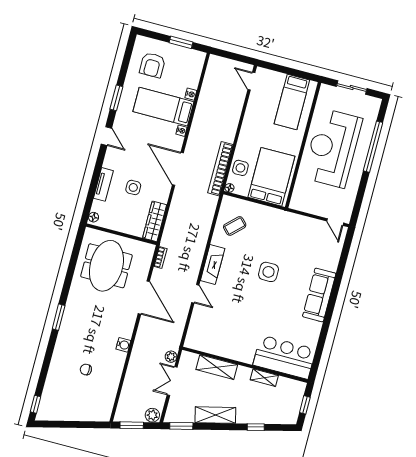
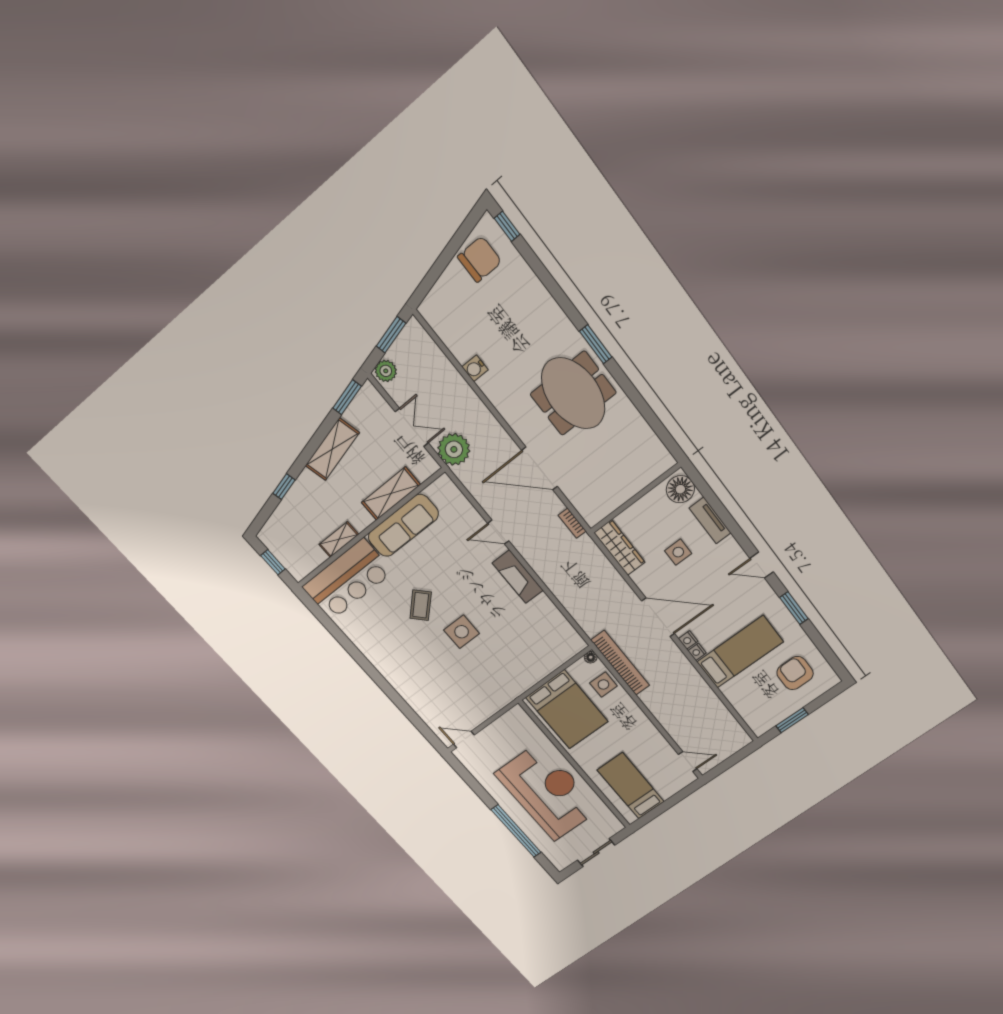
nightstand: (191, 94) -> (688, 640), moved
floor lamp: (94, 217) -> (680, 489), width x1.89, depth x1.89
coffee table: (235, 226) -> (421, 605), moved
meeting table: (106, 266) -> (573, 393), moved
sofa: (319, 295) -> (403, 525), moved, turned 90
water cooler: (123, 345) -> (475, 368), moved
plant: (171, 357) -> (454, 449), width x1.88, depth x1.88
chair: (86, 370) -> (480, 259), moved, width x1.87, depth x1.87

